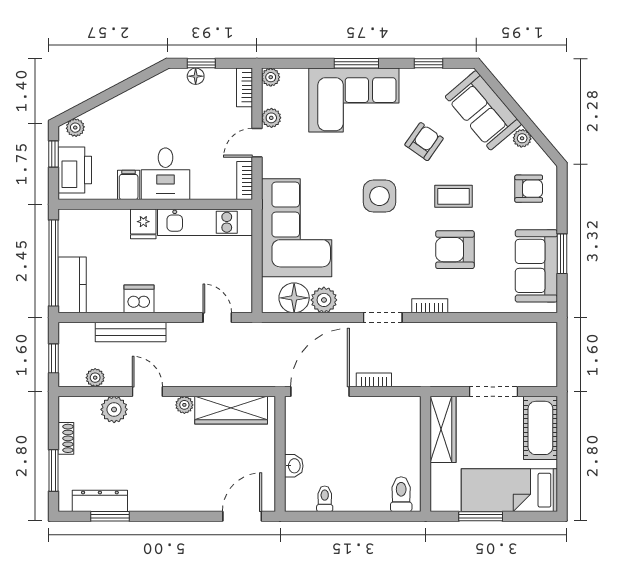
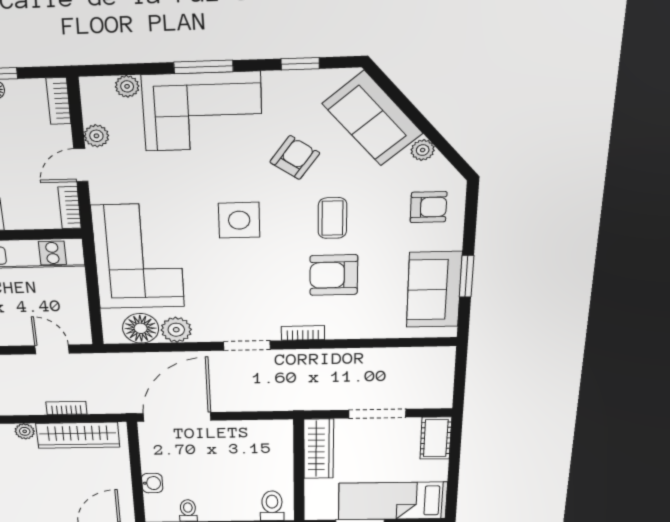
plant: (271, 77) -> (127, 86), moved
coffee table: (454, 196) -> (332, 218), turned 90
bookcase: (374, 380) -> (66, 408), moved
cot: (540, 428) -> (436, 438), width x0.73, depth x0.75

